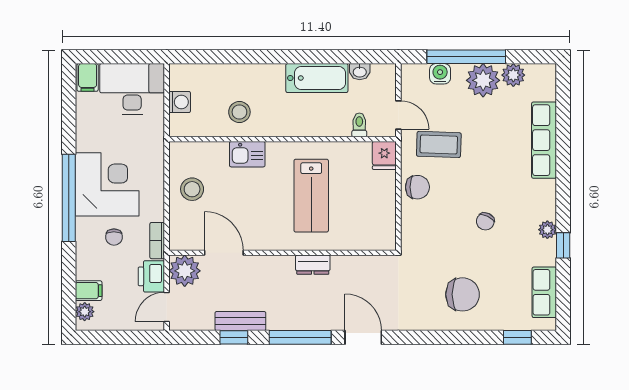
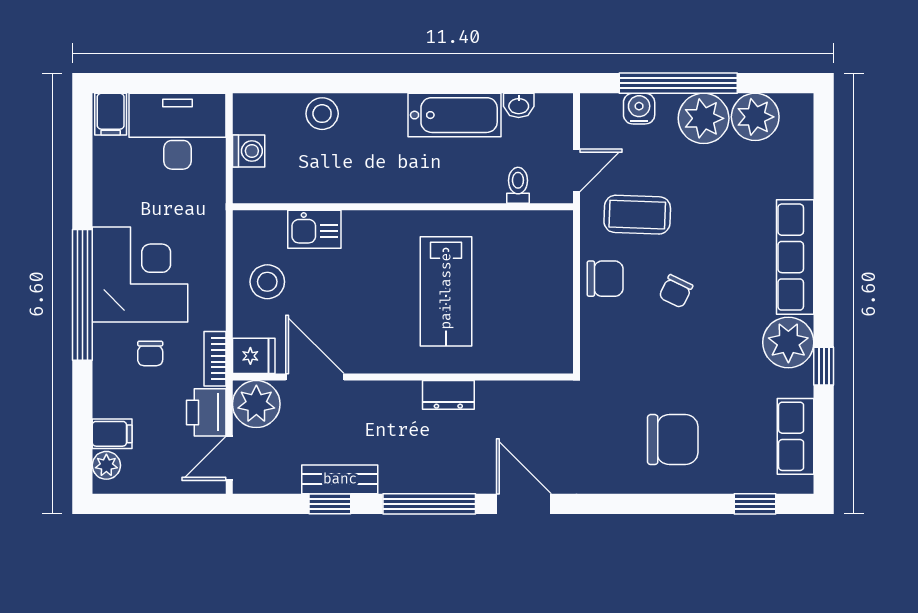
plant: (513, 75) -> (755, 117), width x1.36, depth x1.36
stool: (239, 112) -> (322, 114), moved
door: (398, 115) -> (577, 170), hinge flipped
row of seats: (544, 140) -> (795, 257), moved
kitchen sink: (247, 154) -> (314, 229), moved
fridge: (384, 155) -> (254, 356), moved, turned -90
chair: (485, 221) -> (676, 291), moved
plant: (547, 230) -> (788, 342), width x1.87, depth x1.87

